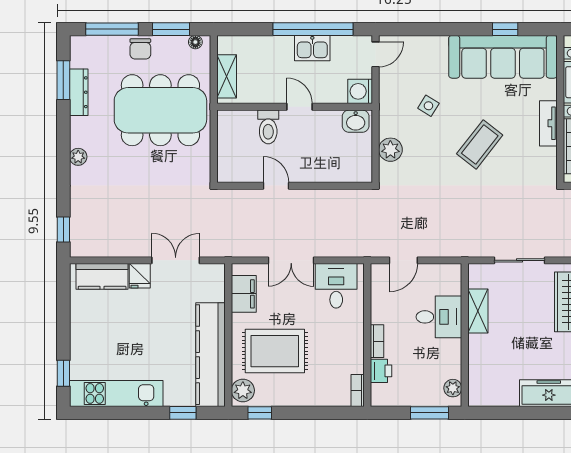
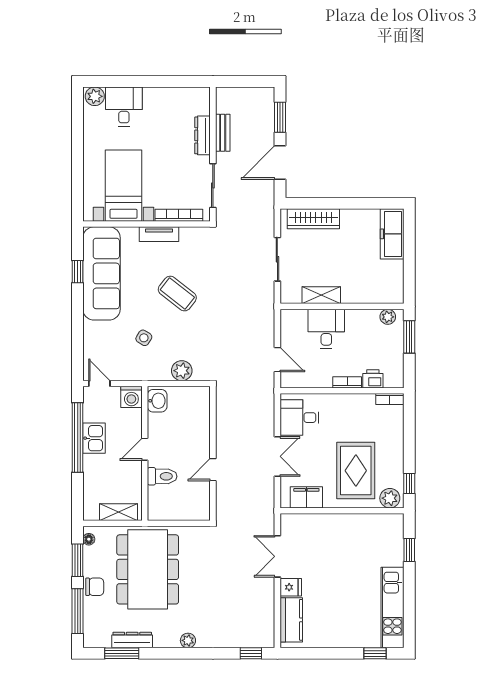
kitchen counter: (211, 355) -> (359, 526), removed

